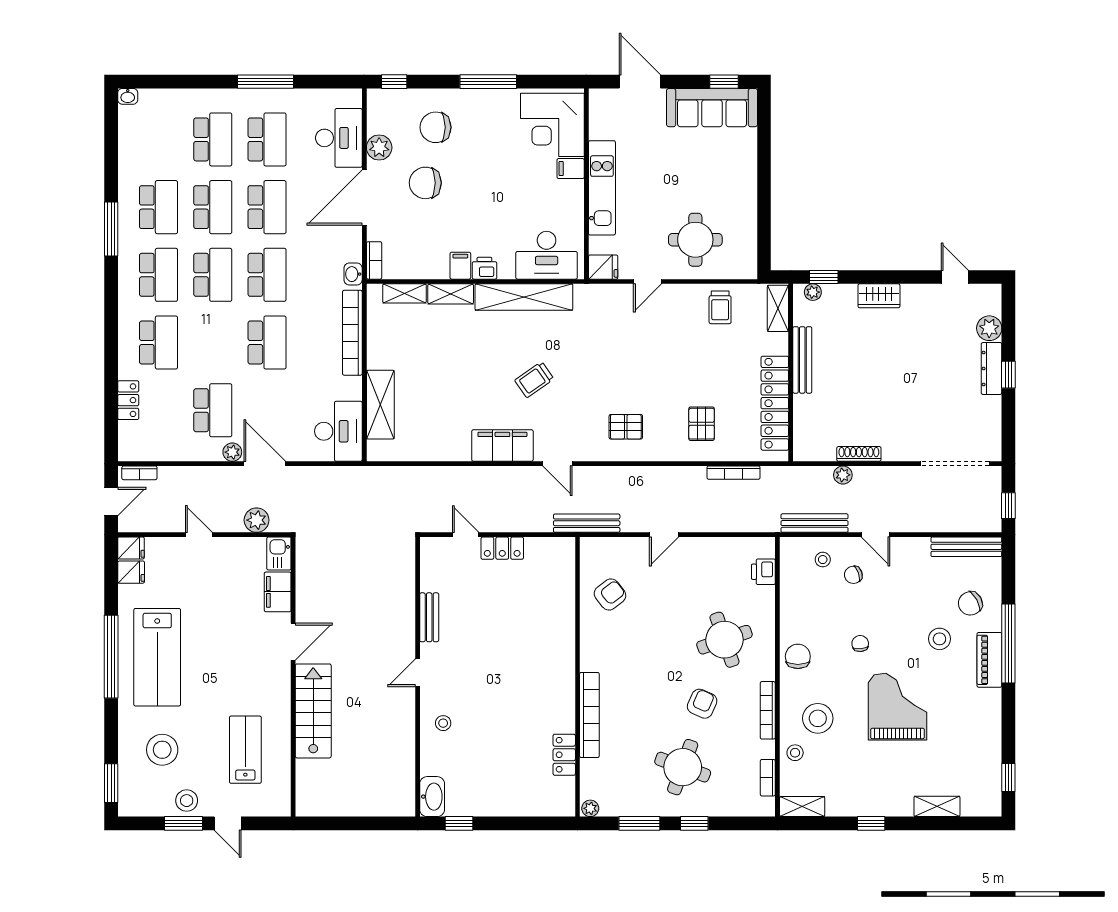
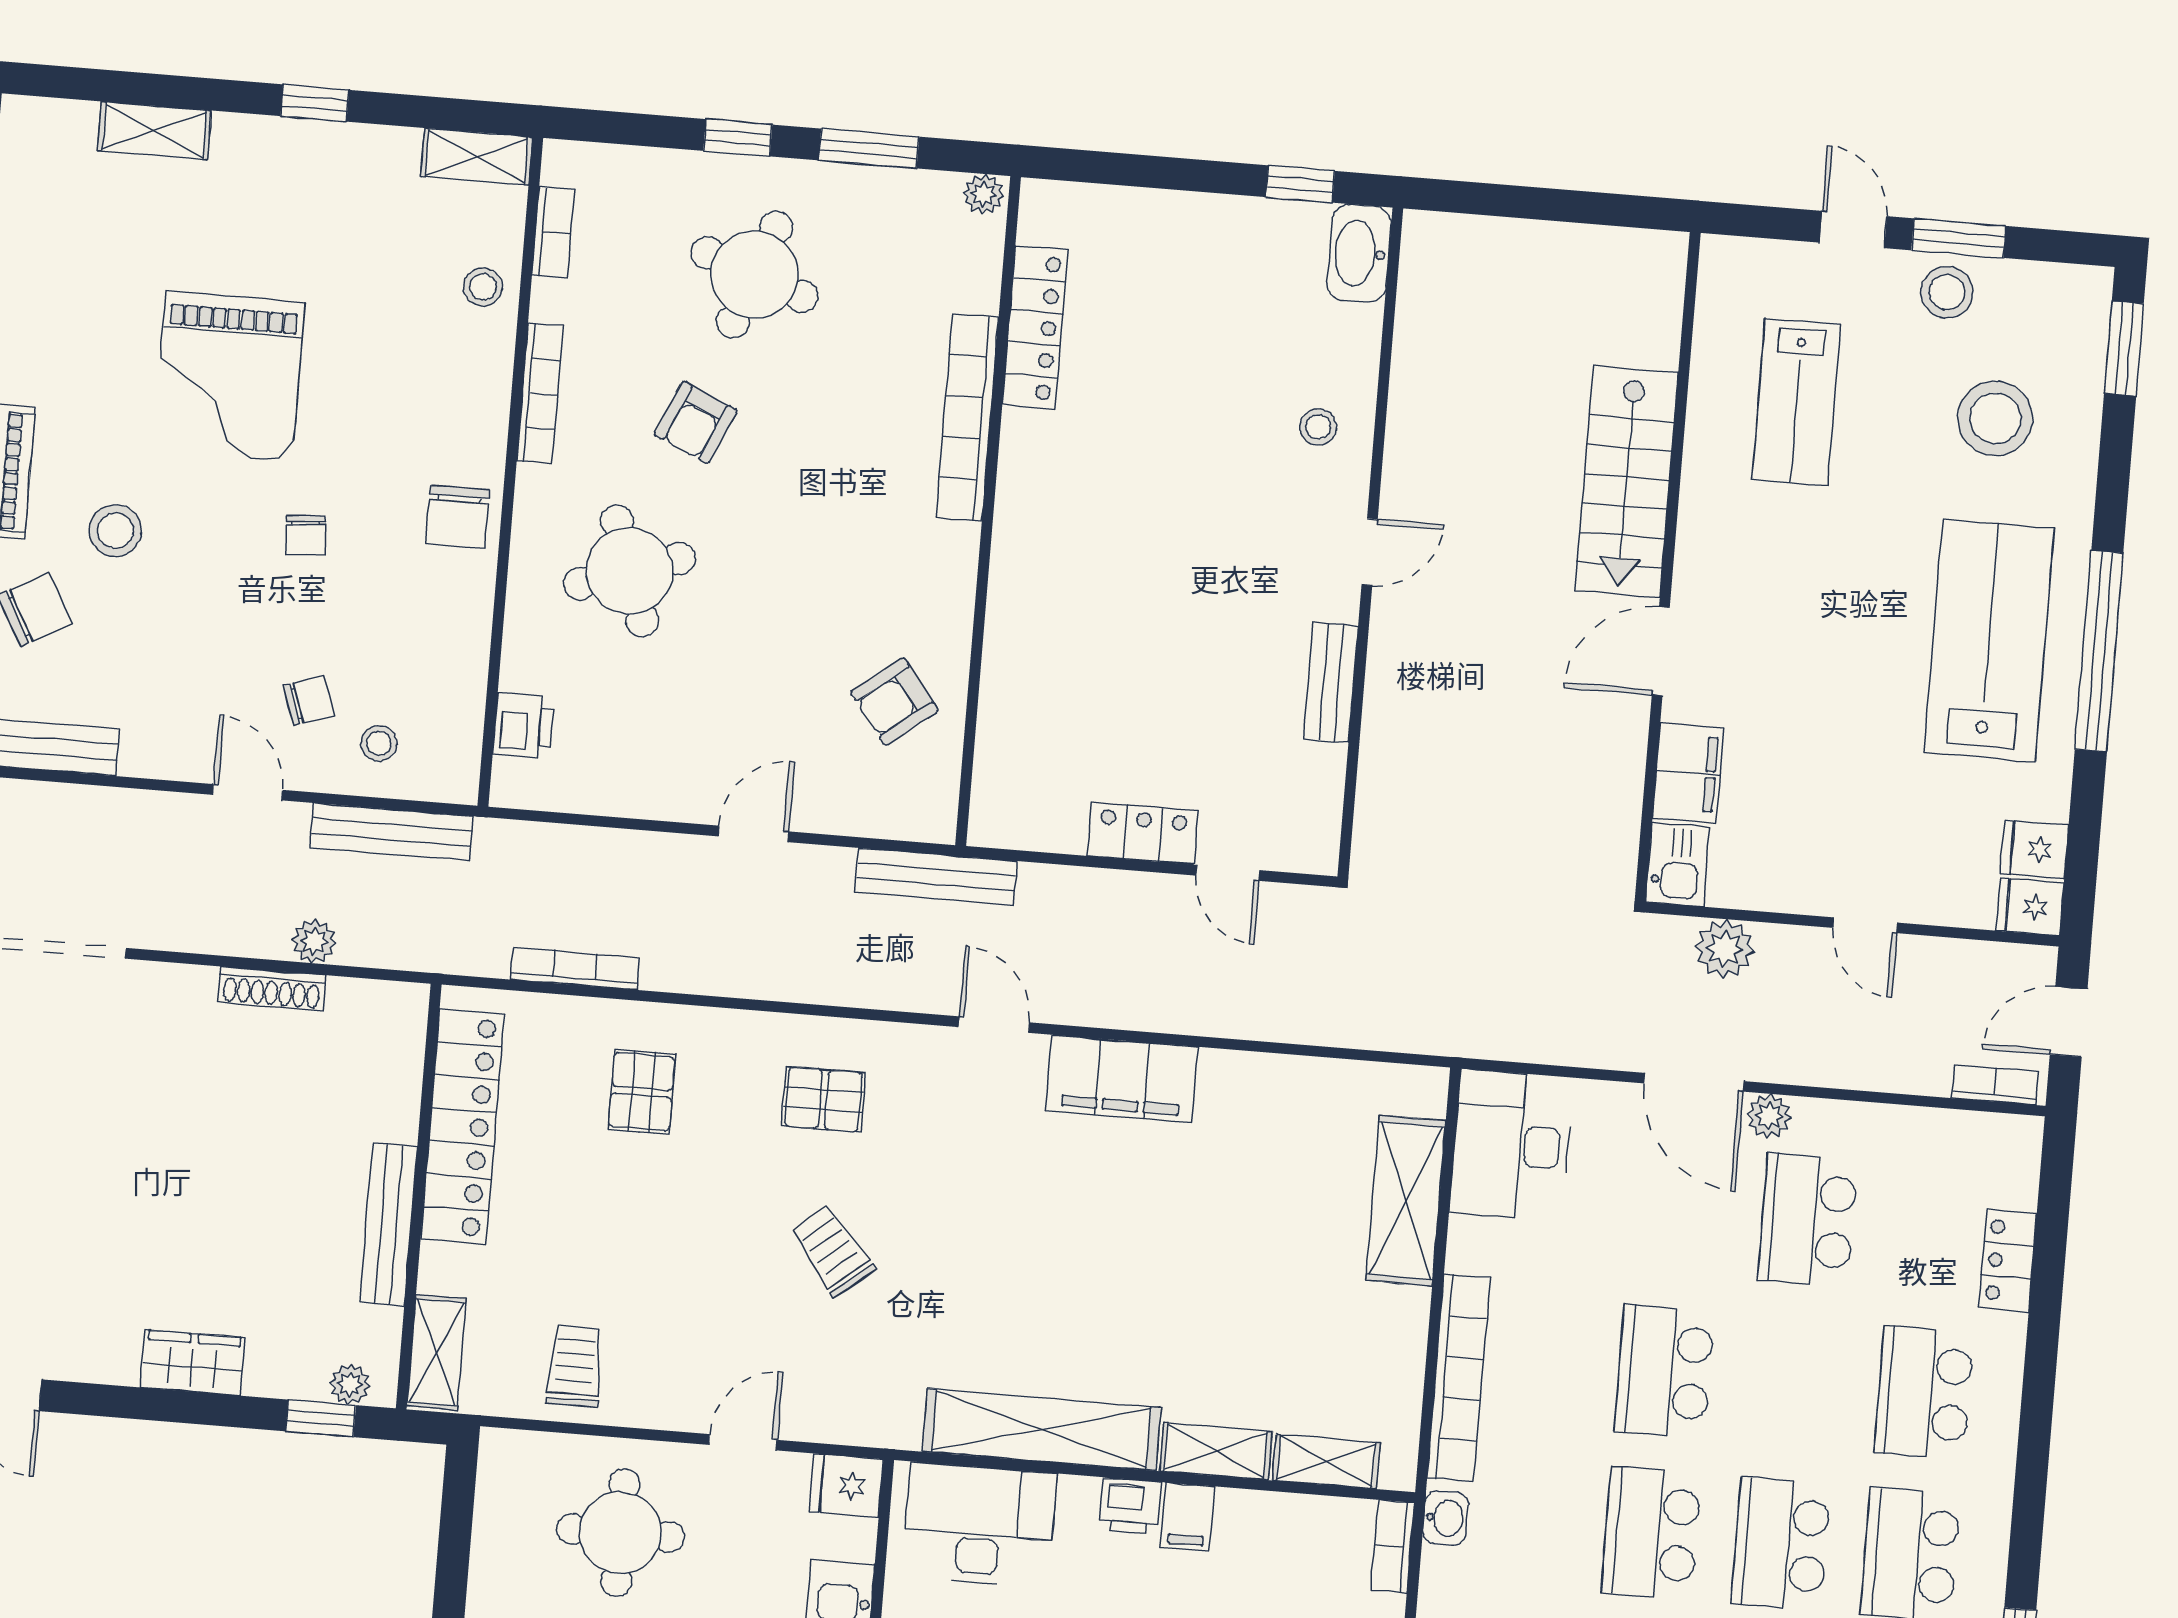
trolley: (534, 380) -> (833, 1251), moved, turned -94
stool: (818, 718) -> (422, 365), removed
locker: (564, 755) -> (1035, 328), width x1.53

